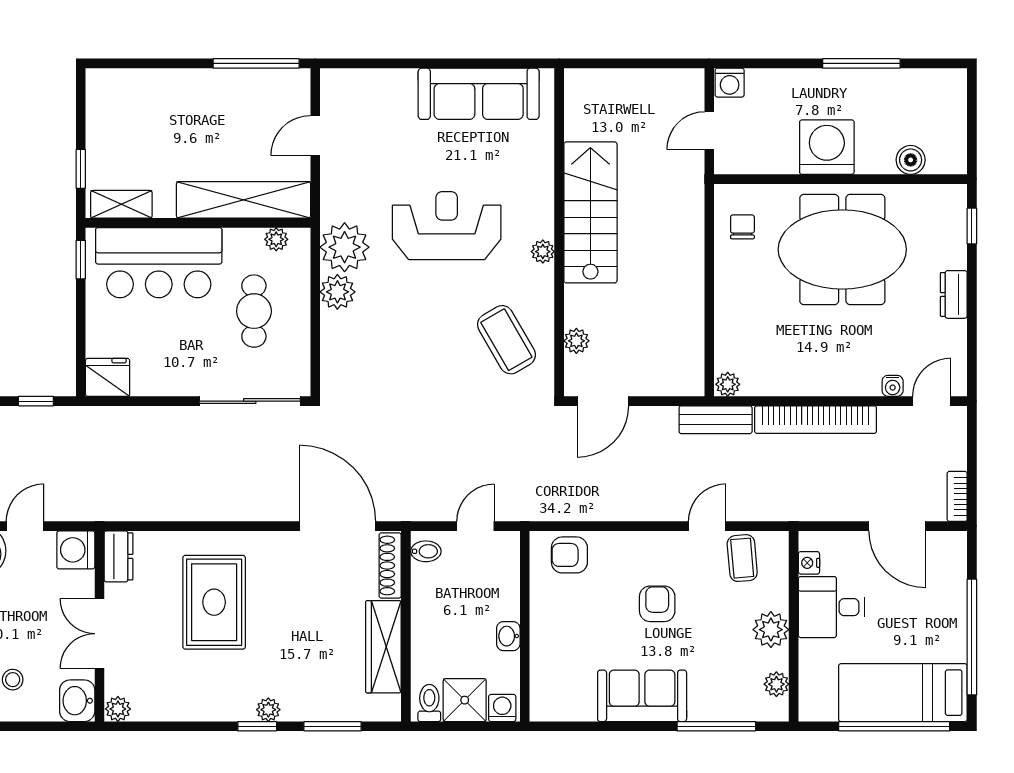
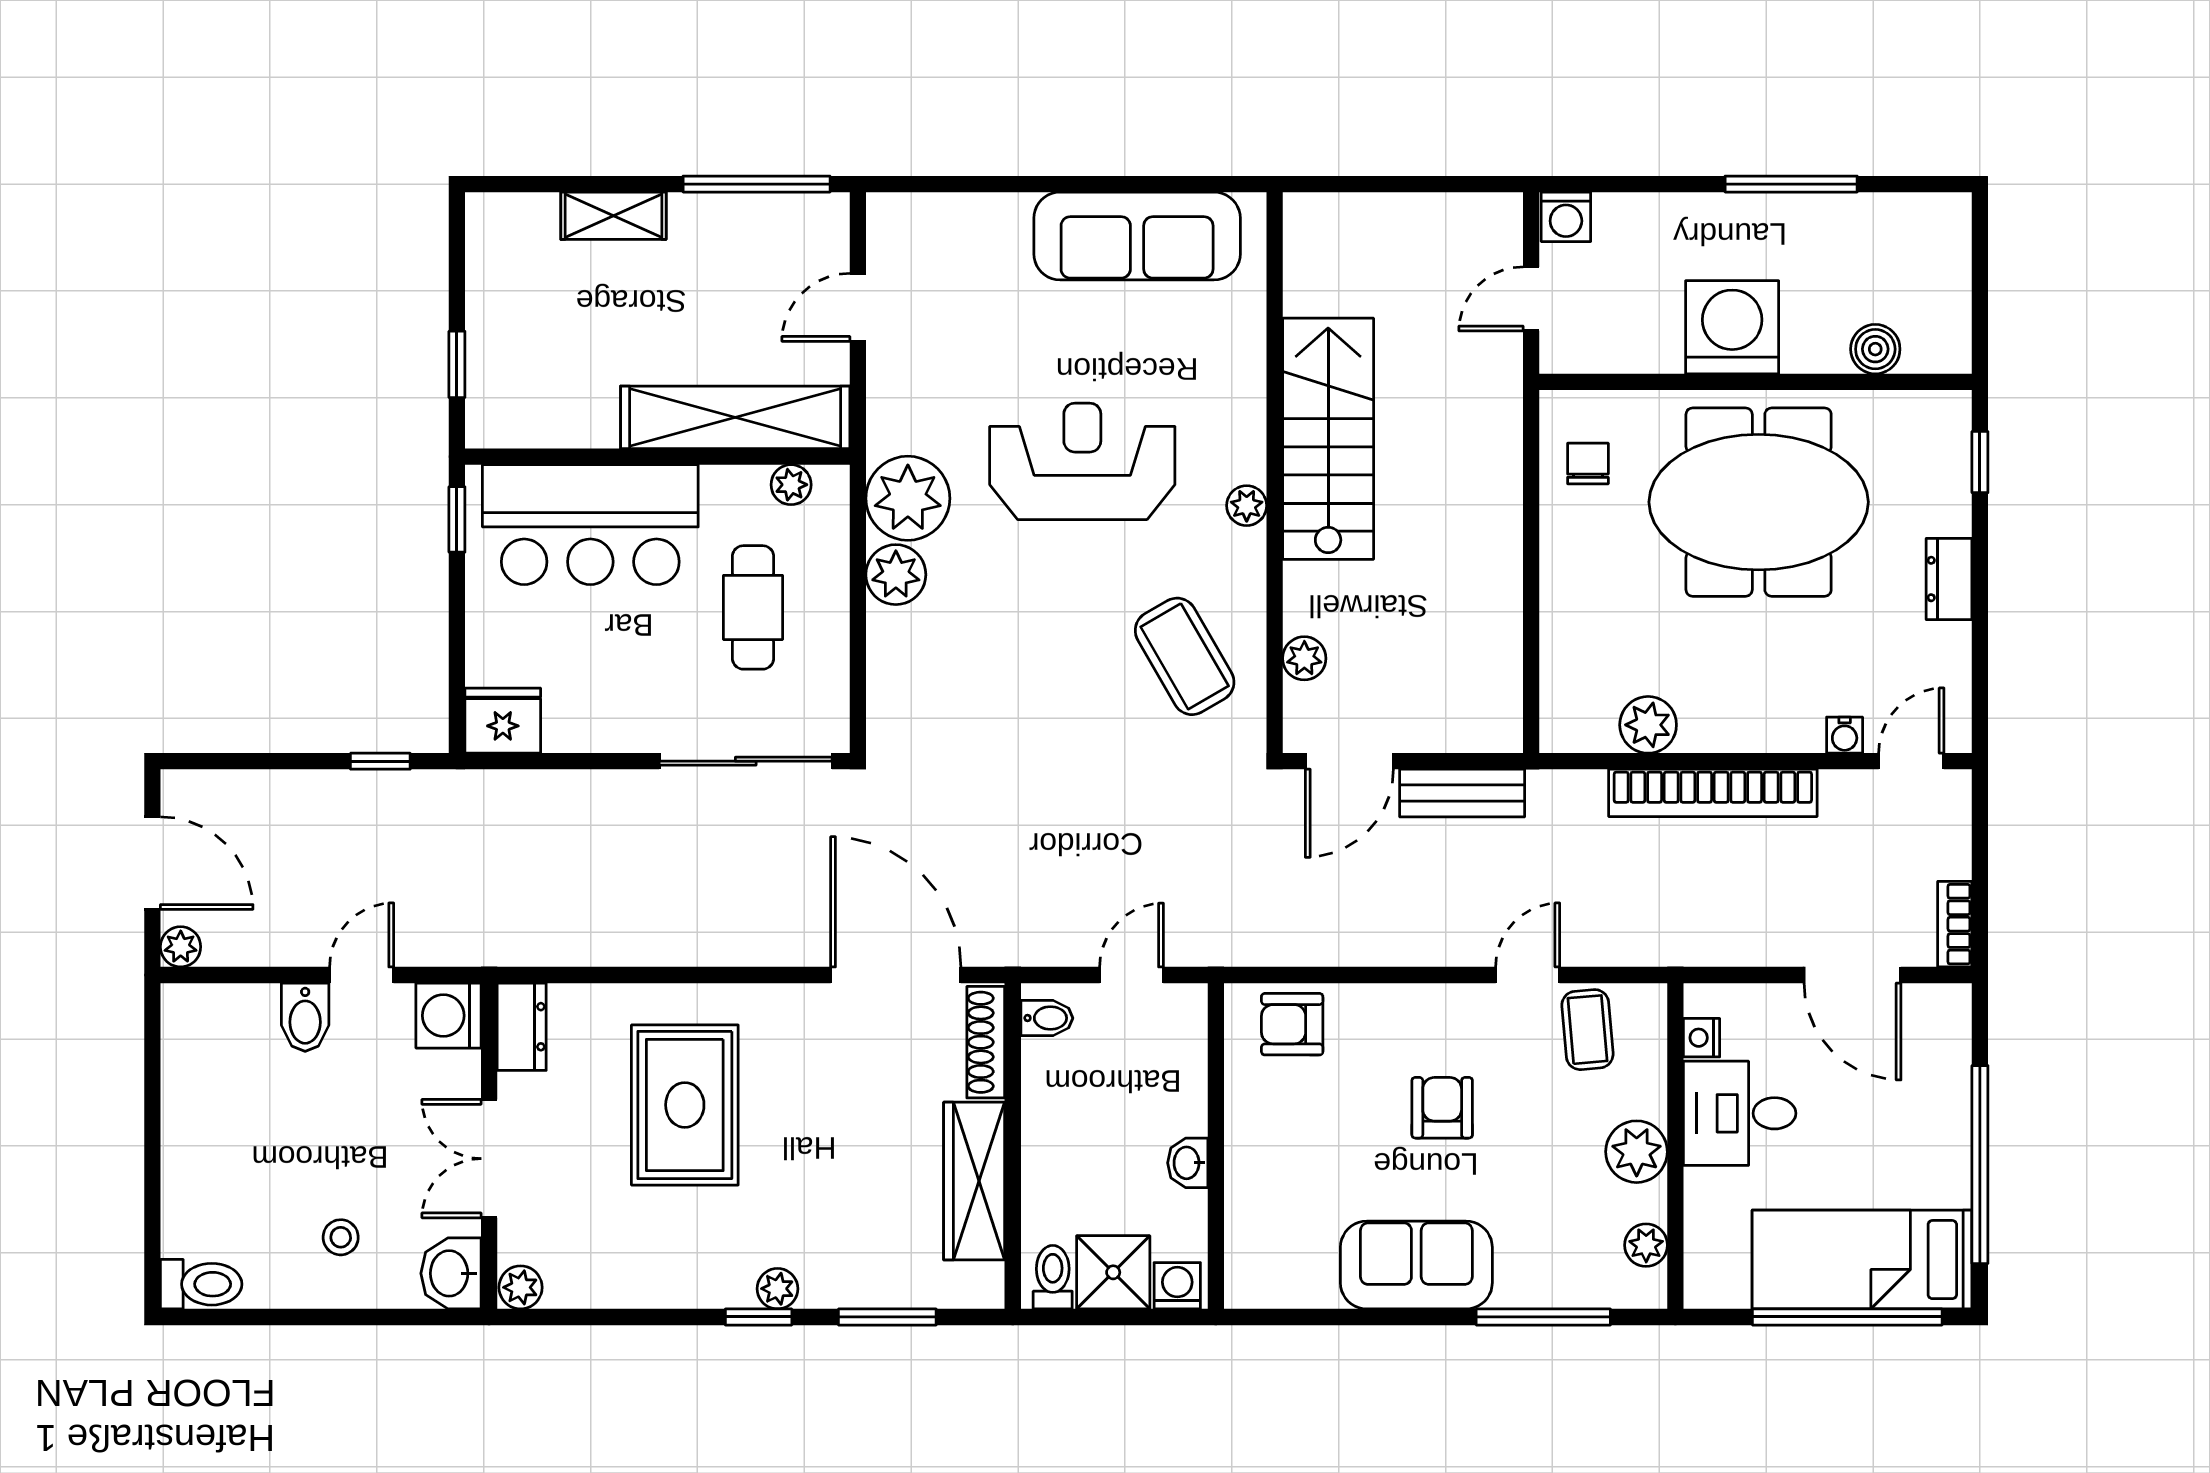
shelving: (121, 204) -> (613, 216), moved
plant: (728, 384) -> (1648, 725), moved, width x1.38, depth x1.38
bench: (716, 420) -> (1462, 793), moved

